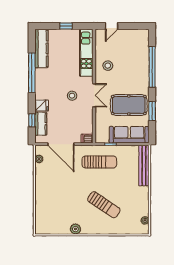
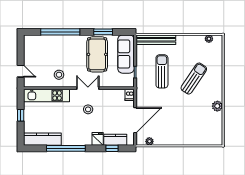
sun lounger: (99, 162) -> (162, 71), moved

